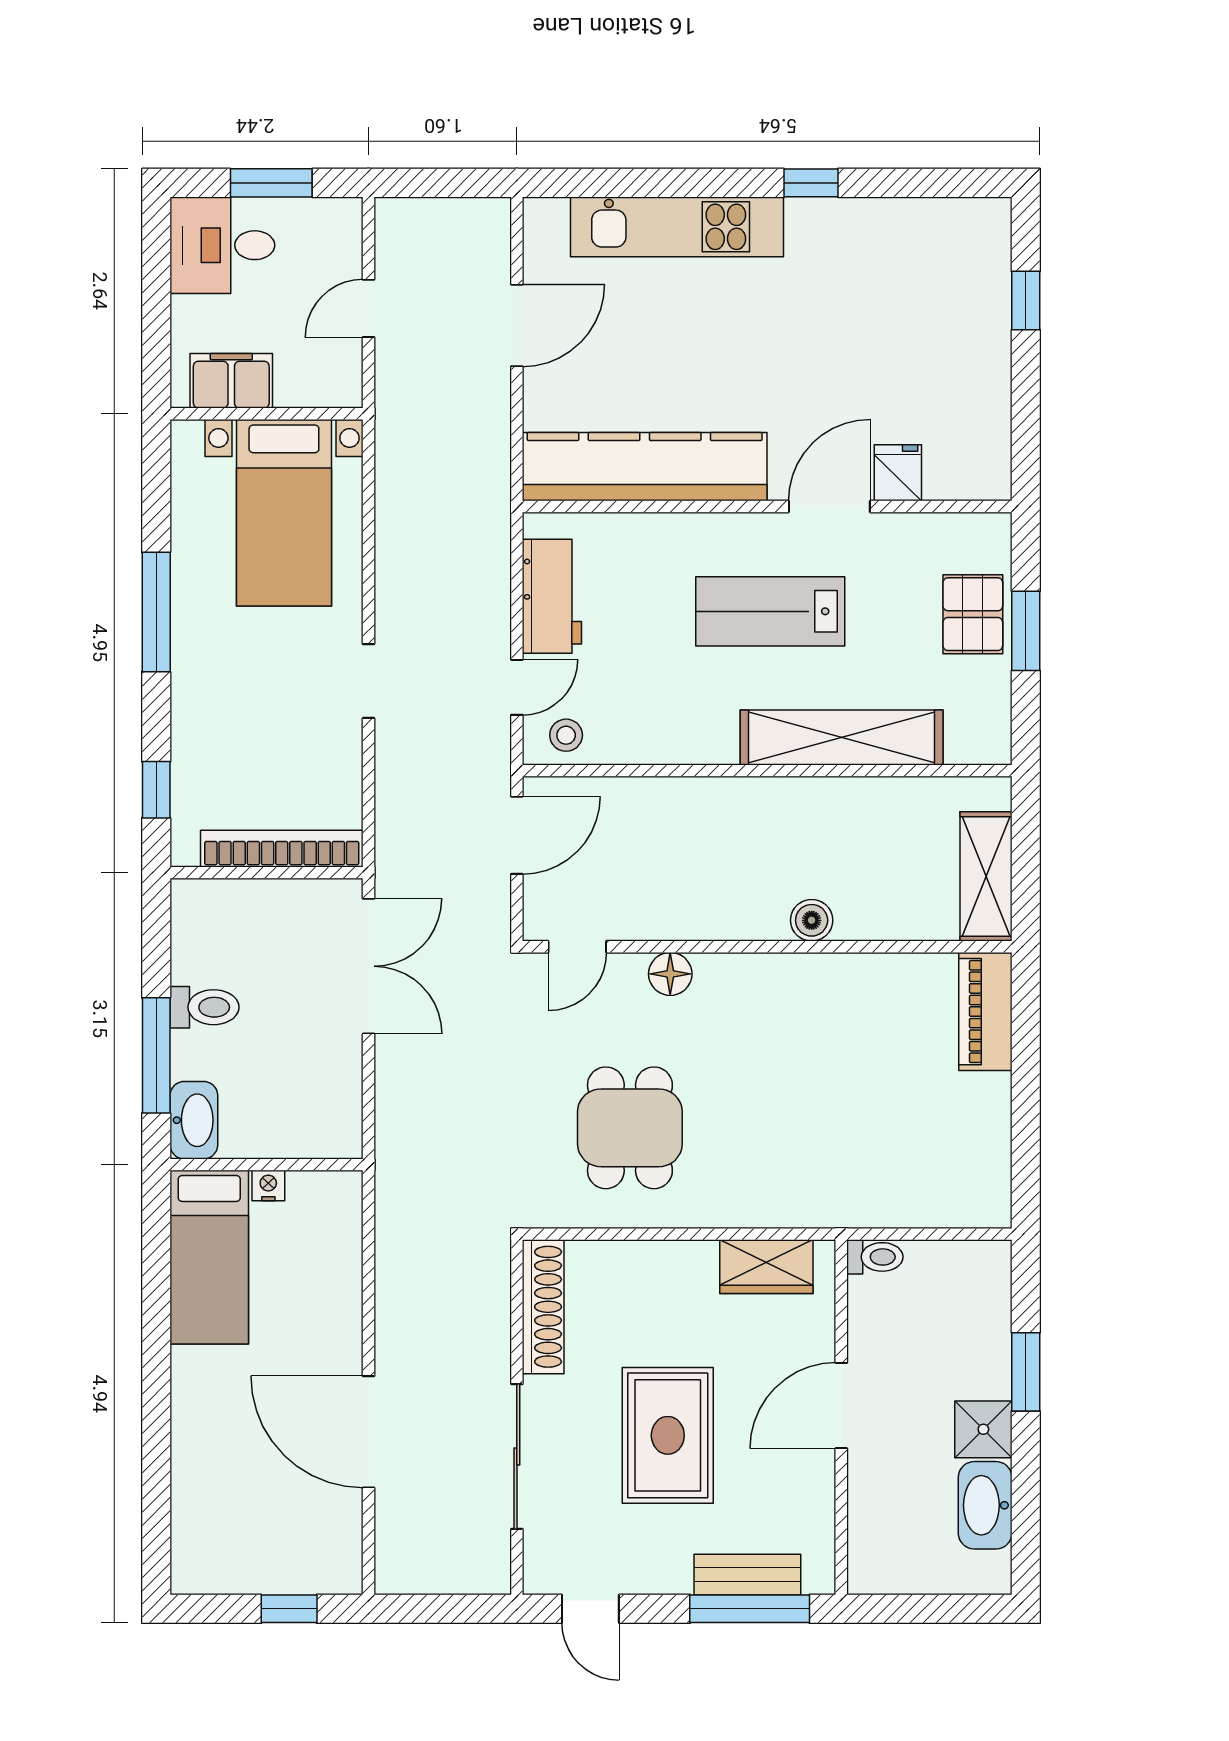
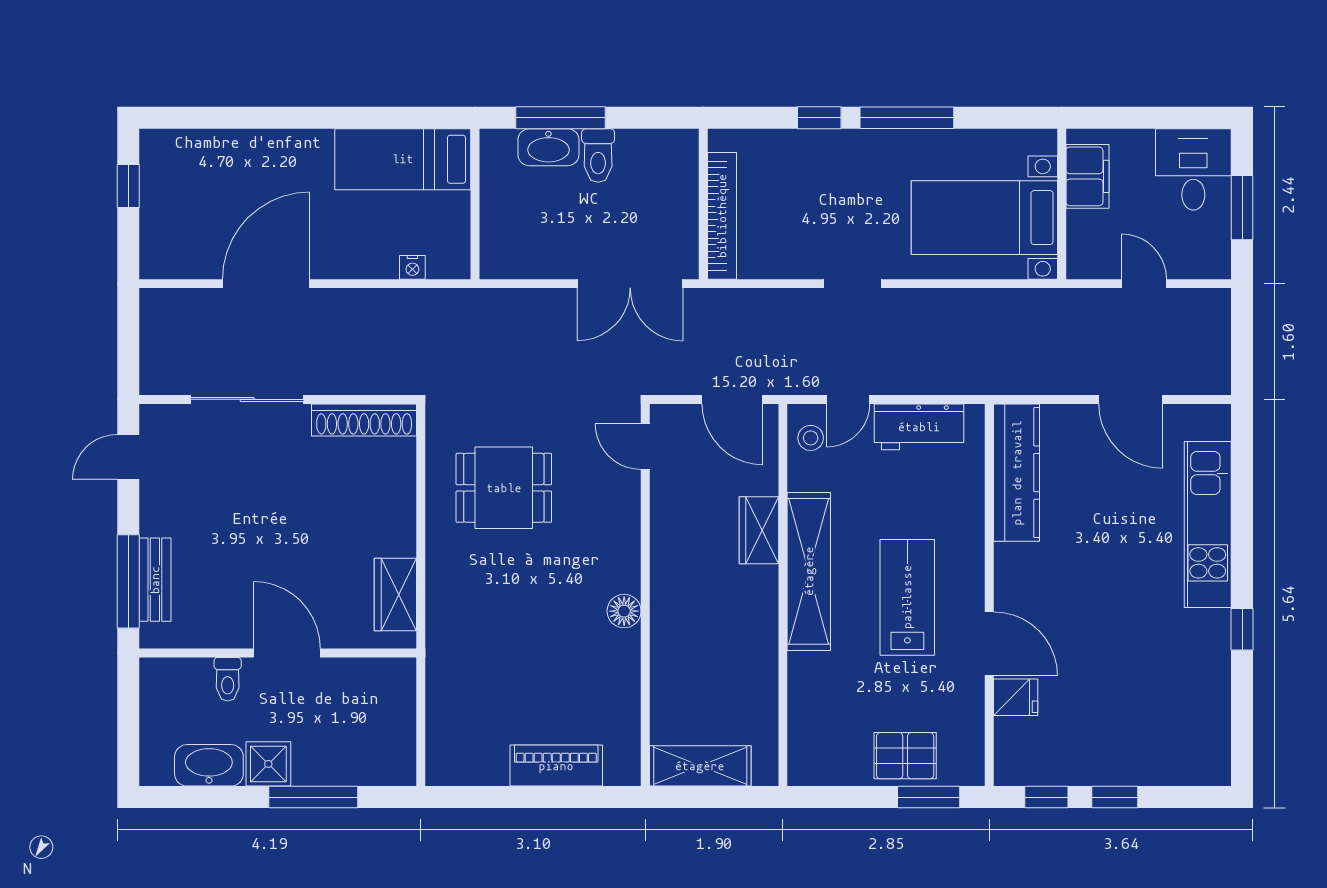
window: (1026, 301) -> (1115, 797), moved
window: (1026, 433) -> (1046, 797), added
kitchen counter: (645, 467) -> (1017, 473), width x0.72, depth x0.86
window: (1026, 631) -> (929, 797), moved
door: (517, 687) -> (848, 399), hinge flipped
shelving: (842, 737) -> (809, 571), moved
window: (156, 790) -> (819, 118), moved
wardrobe: (684, 801) -> (759, 530), added
boiler: (812, 920) -> (666, 630), removed
floor lamp: (670, 974) -> (624, 611), moved
piano: (985, 1012) -> (556, 766), moved
washbasin: (194, 1120) -> (548, 147), moved
nightstand: (268, 1186) -> (412, 267), moved, turned 90
toilet: (875, 1257) -> (228, 679), moved
window: (1026, 1372) -> (313, 797), width x1.44
rug: (668, 1435) -> (264, 517), removed
window: (289, 1609) -> (128, 186), moved

